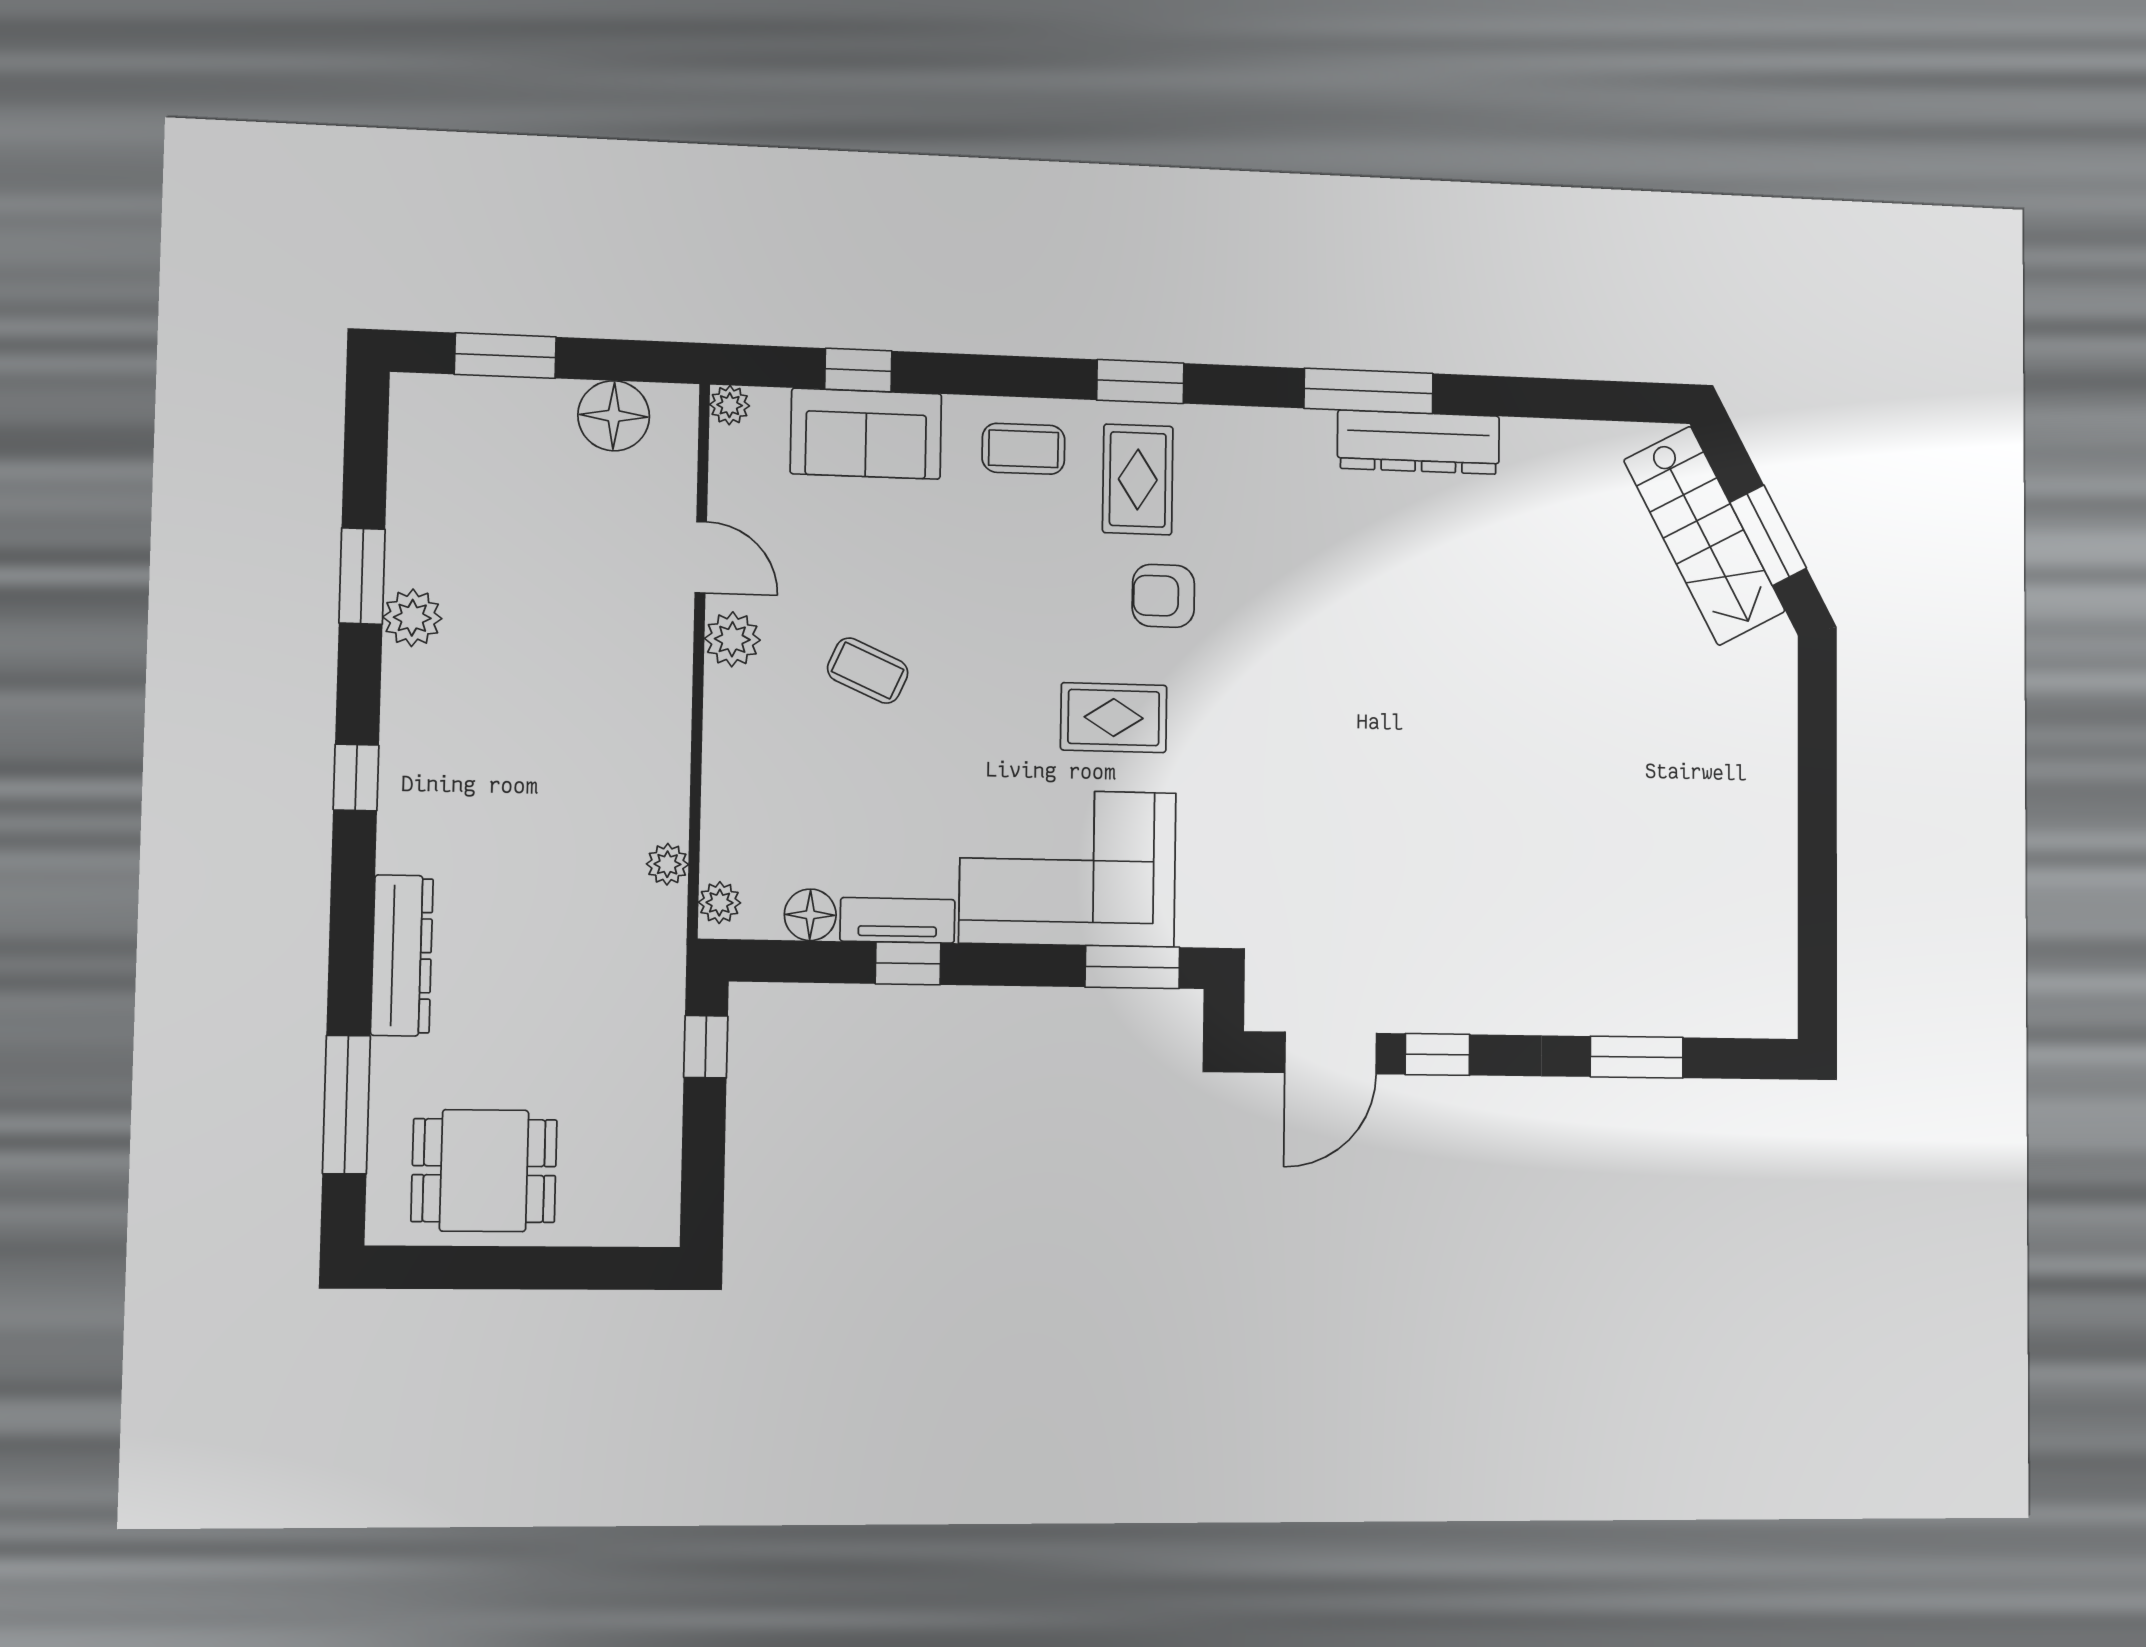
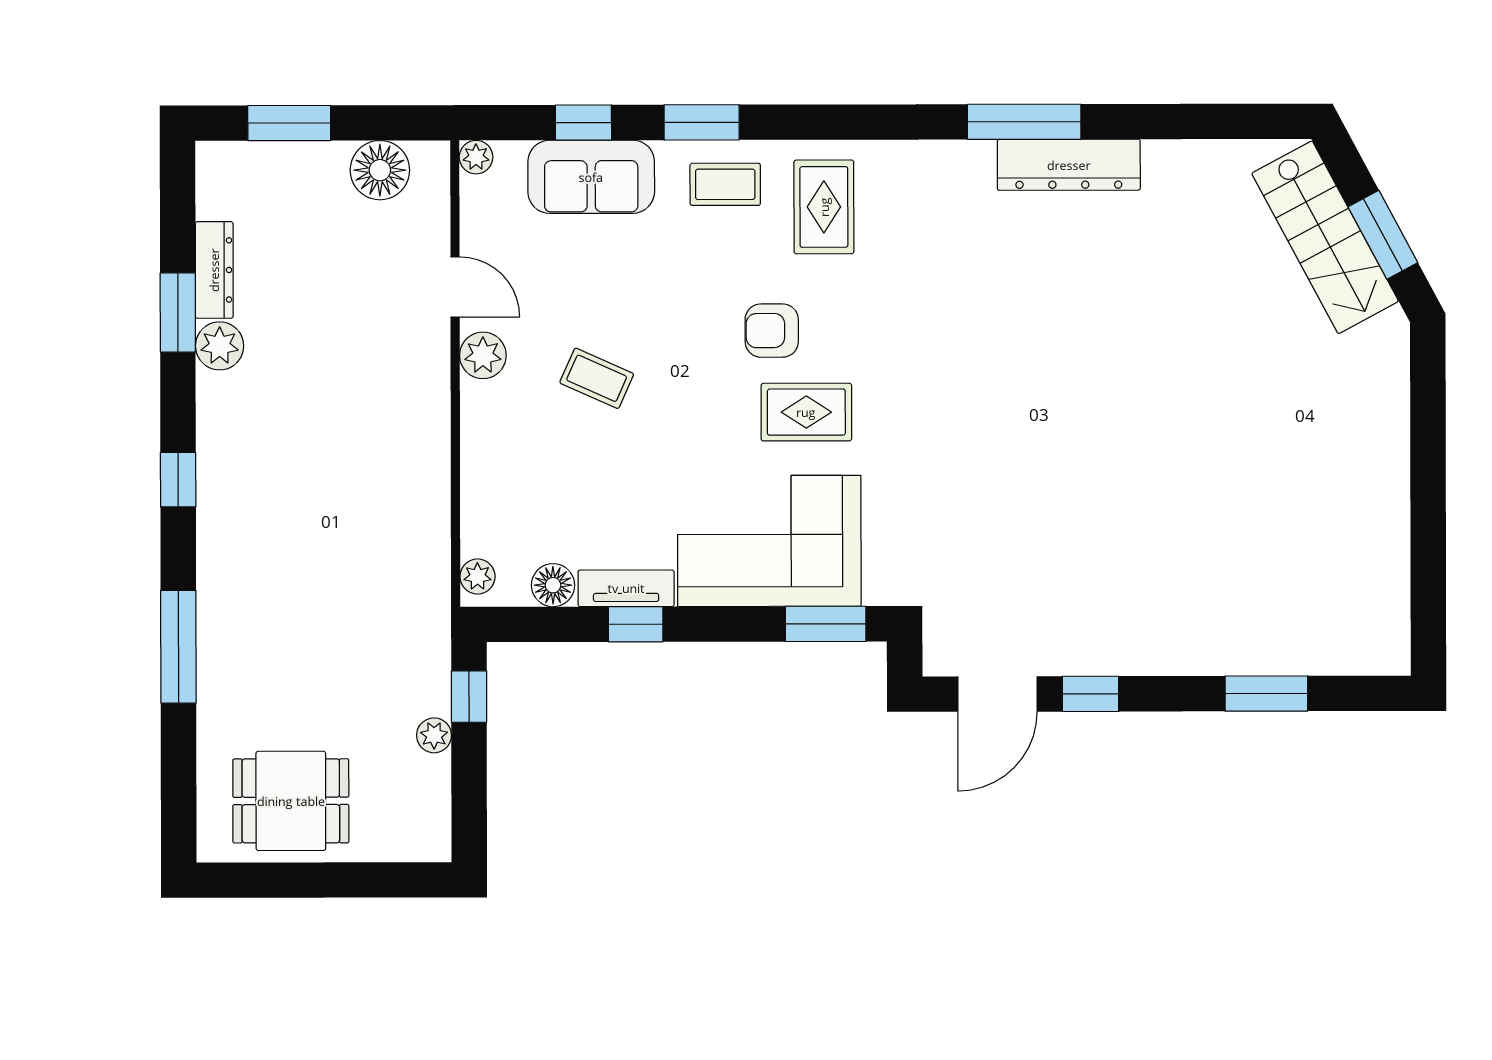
window: (1140, 382) -> (702, 122), moved
armchair: (1163, 596) -> (772, 331), moved
plant: (667, 864) -> (434, 735), moved
dresser: (402, 955) -> (214, 270), moved, width x0.73, depth x0.80
window: (346, 1105) -> (178, 647), moved

